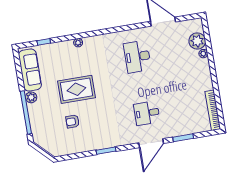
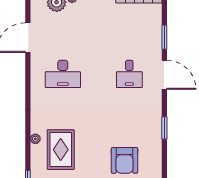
rug: (76, 89) -> (61, 150), moved
armchair: (73, 121) -> (125, 160), width x1.88, depth x1.88

